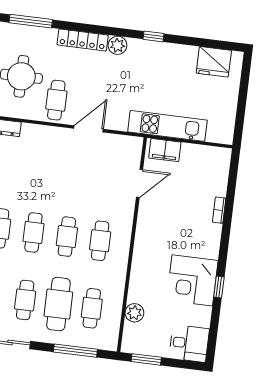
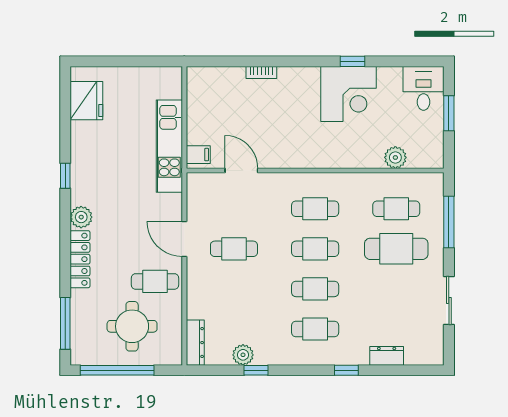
filing cabinet: (165, 150) -> (198, 155), width x0.50
cafe table: (25, 300) -> (234, 249), moved
window: (146, 359) -> (449, 113), moved

